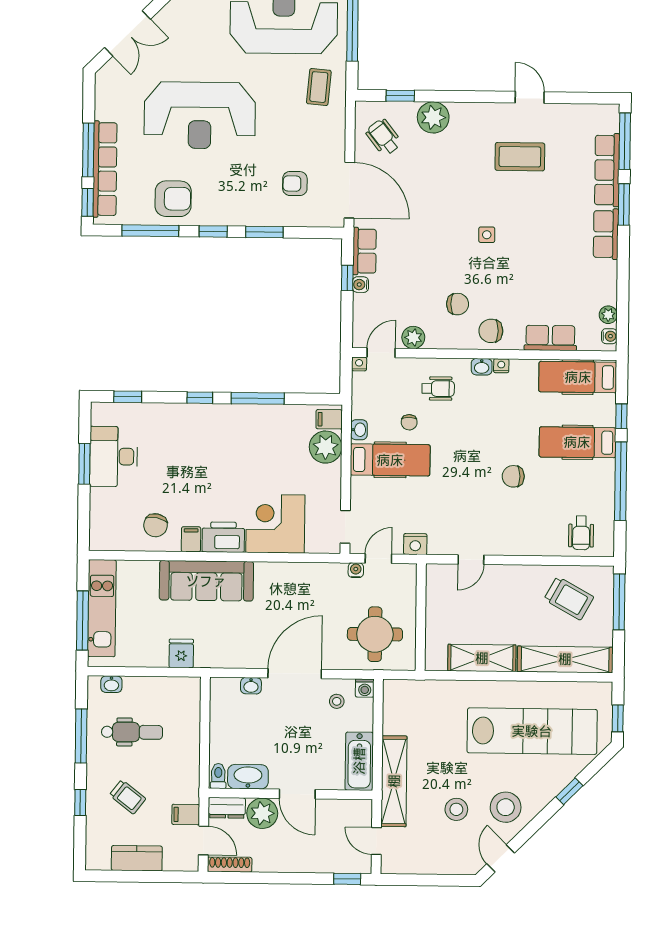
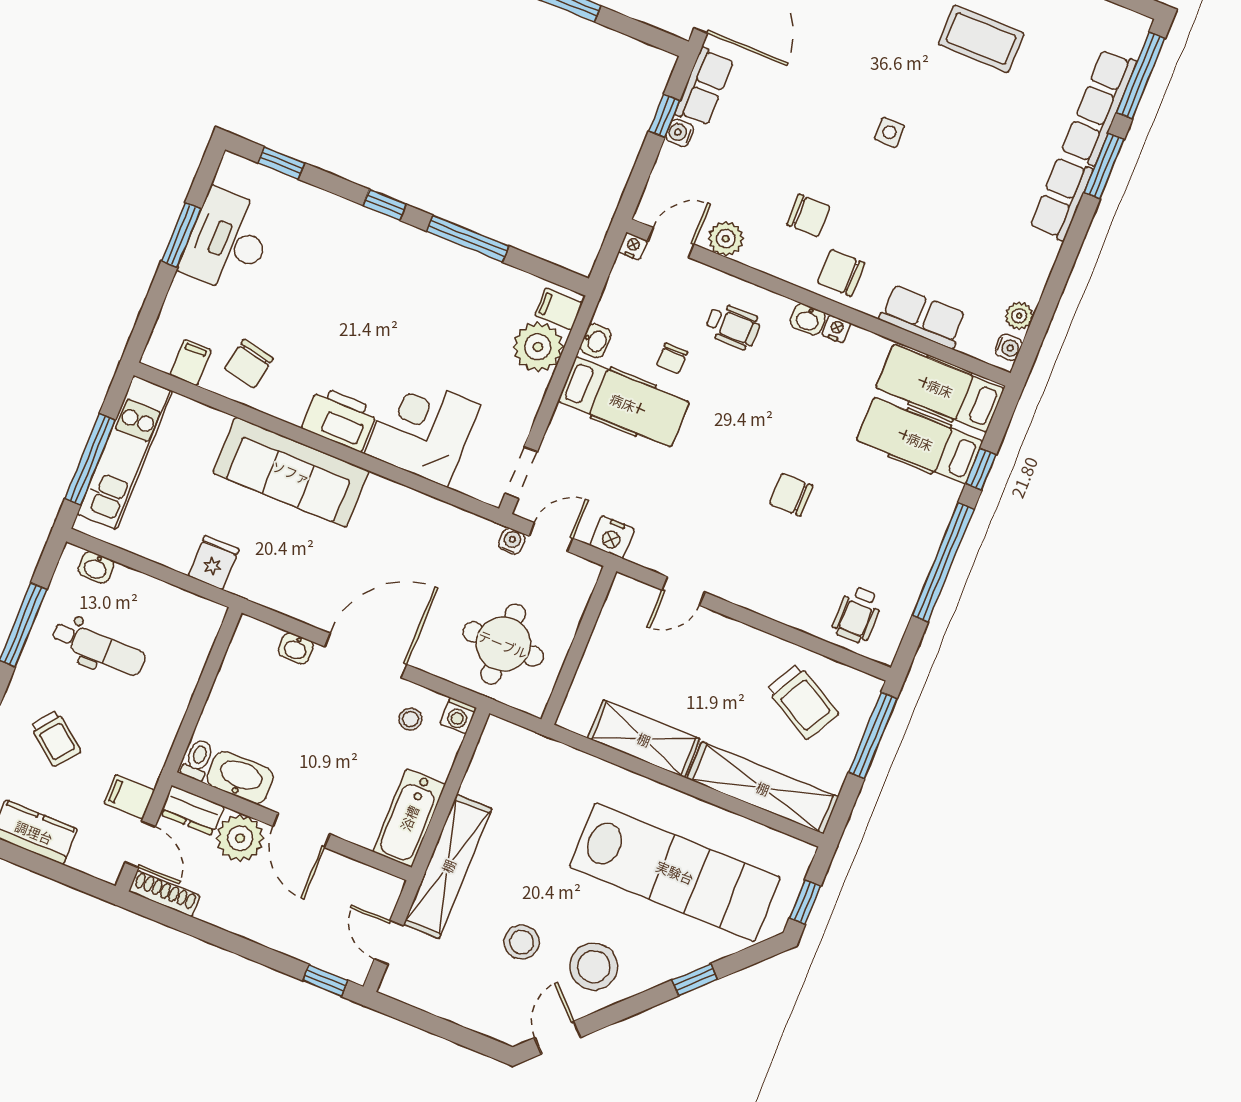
hospital bed: (577, 442) -> (920, 441), moved
filing cabinet: (191, 539) -> (191, 362), moved

